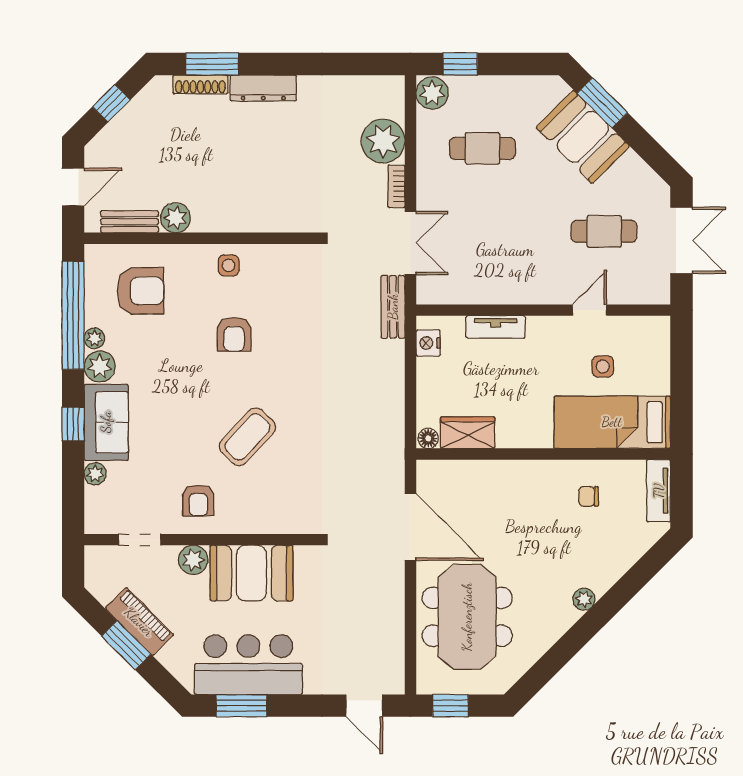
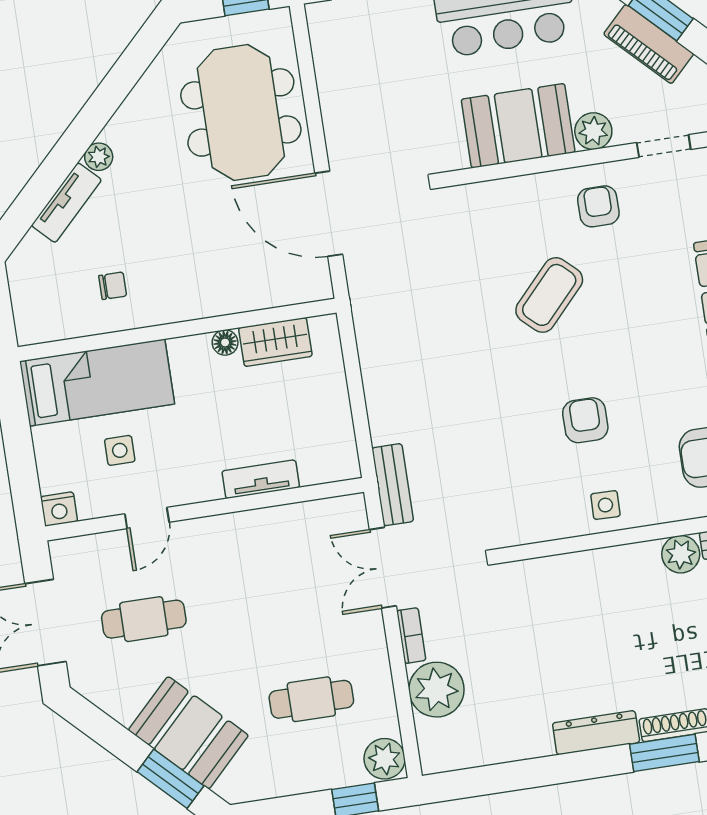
nightstand: (428, 343) -> (59, 509), moved, turned 90
floor lamp: (428, 438) -> (225, 343), moved
tv unit: (659, 491) -> (66, 203), moved, turned 45

